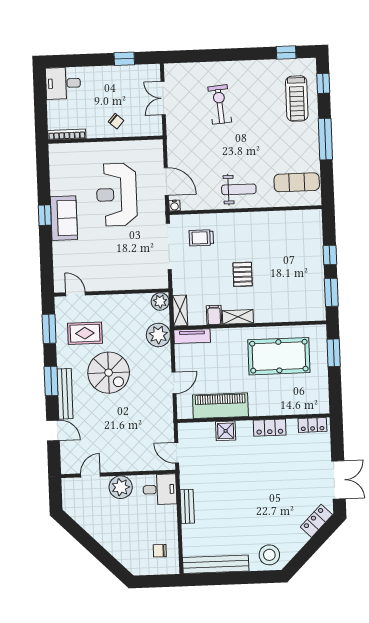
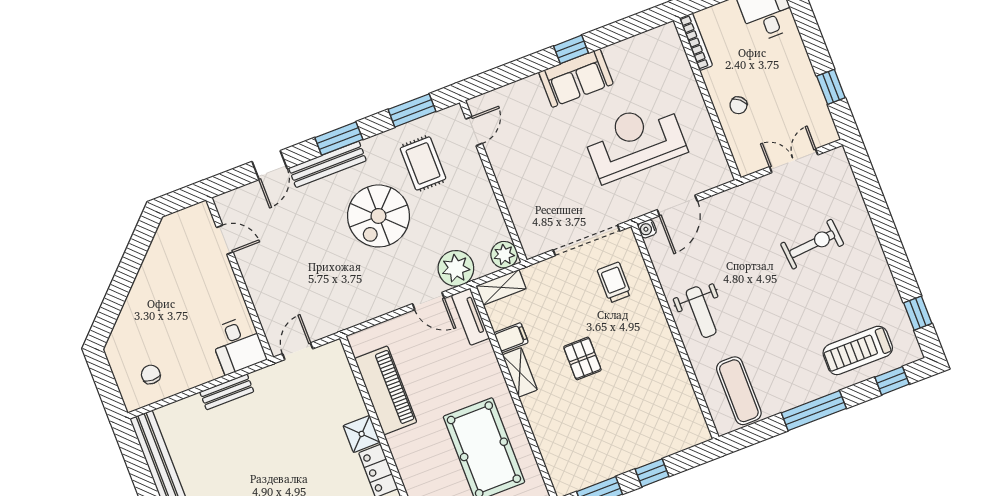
pallet: (243, 274) -> (582, 358), turned 90
door: (174, 383) -> (428, 301), moved
shower: (226, 431) -> (362, 434), moved
plant: (121, 487) -> (222, 288), removed

